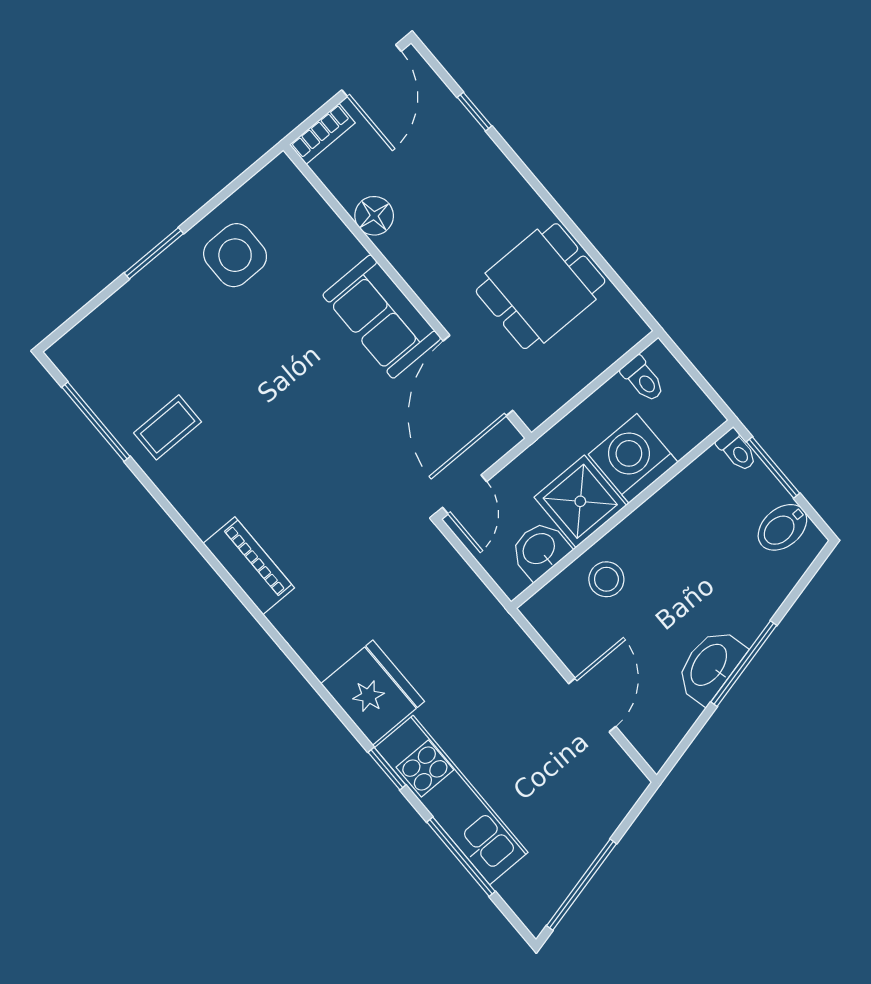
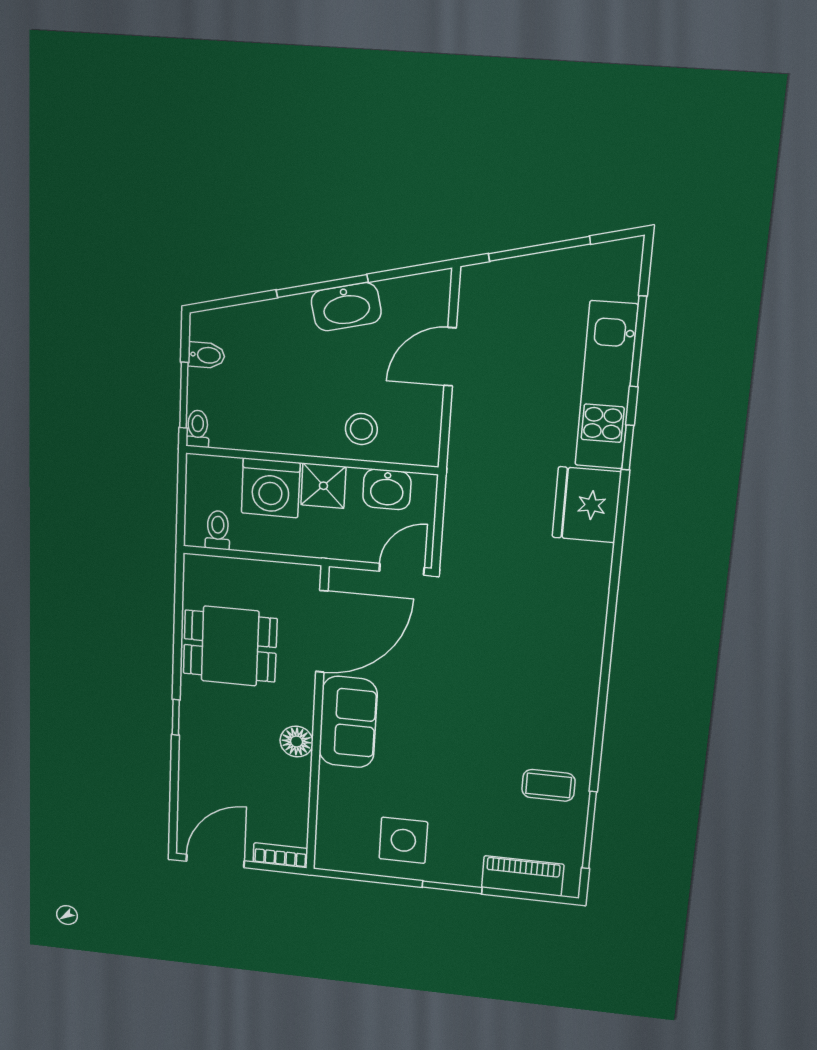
window: (474, 112) -> (176, 717), moved
floor lamp: (374, 216) -> (297, 741), moved
shower: (580, 501) -> (323, 486), width x0.73, depth x0.73
bidet: (782, 527) -> (206, 355), width x0.72, depth x0.74
piano: (249, 566) -> (523, 876), moved, turned 90
window: (581, 885) -> (539, 249), moved

